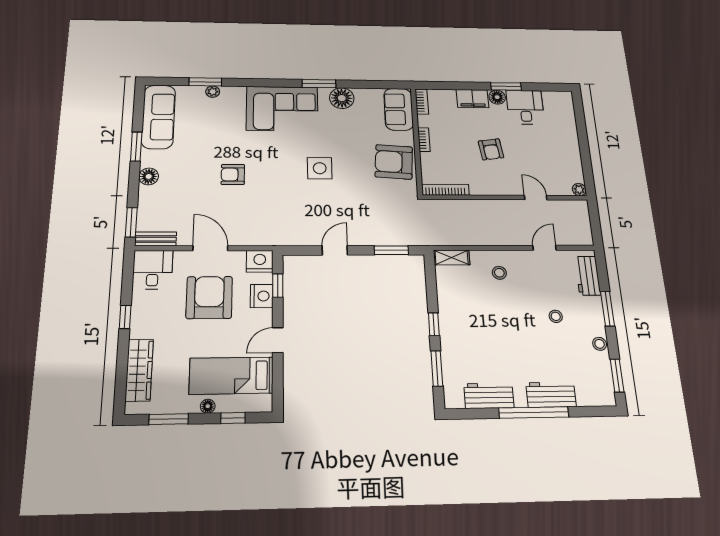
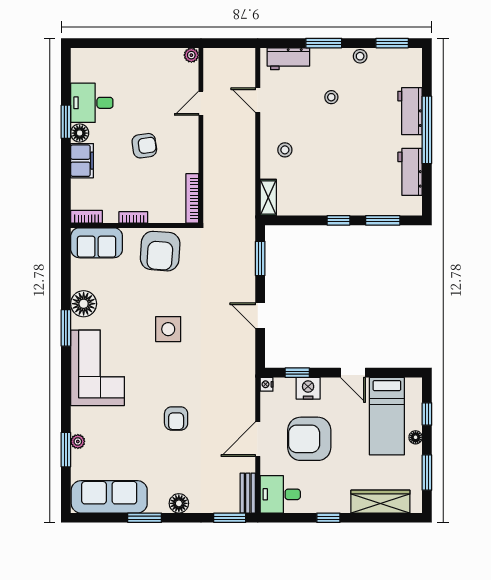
nightstand: (260, 261) -> (267, 384), width x0.53, depth x0.56

